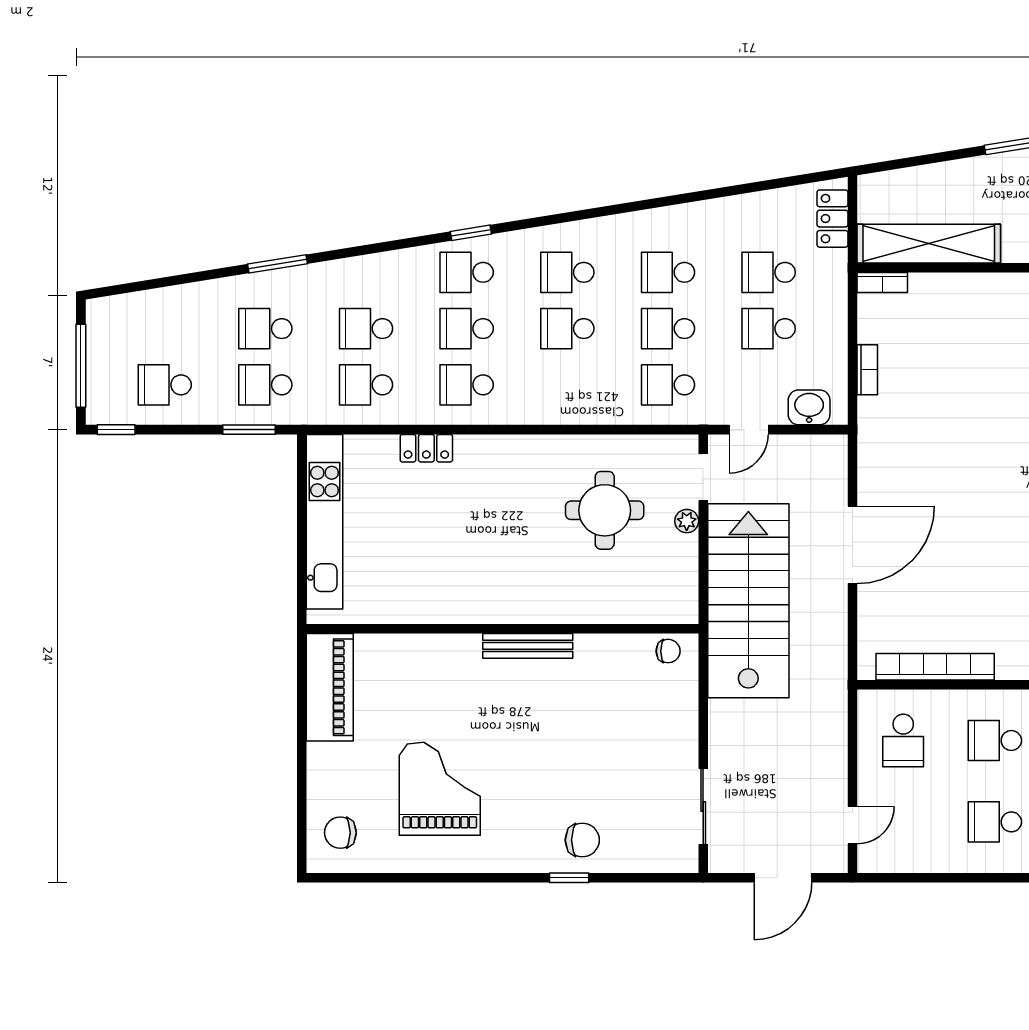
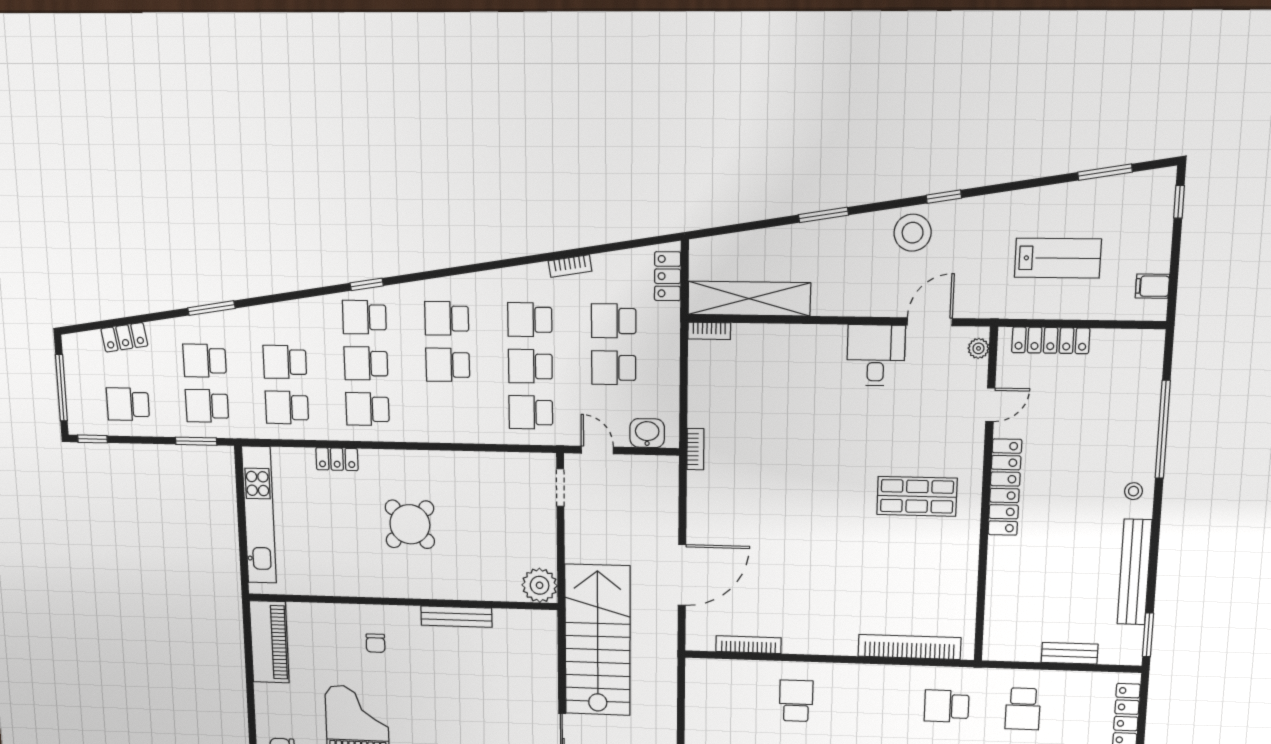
bookcase: (717, 208) -> (570, 266), added
locker: (166, 301) -> (124, 337), added
bookcase: (867, 370) -> (695, 449), moved
door: (749, 430) -> (597, 450), swing flipped
round table: (605, 510) -> (410, 524), moved, turned 45
plant: (687, 521) -> (540, 585), moved, width x1.87, depth x1.87
door: (853, 545) -> (682, 575), moved
stairs: (748, 601) -> (598, 640), moved
bench: (528, 646) -> (456, 617), moved
chair: (668, 651) -> (376, 643), moved, turned 90
bookcase: (935, 667) -> (749, 645), width x0.68, depth x0.76
school desk: (903, 741) -> (722, 698), removed
school desk: (995, 741) -> (796, 701), turned 90

